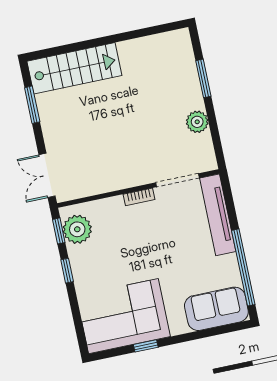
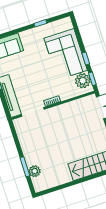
plant: (197, 122) -> (35, 171), moved
corner sofa: (123, 316) -> (66, 54), moved, turned 90

